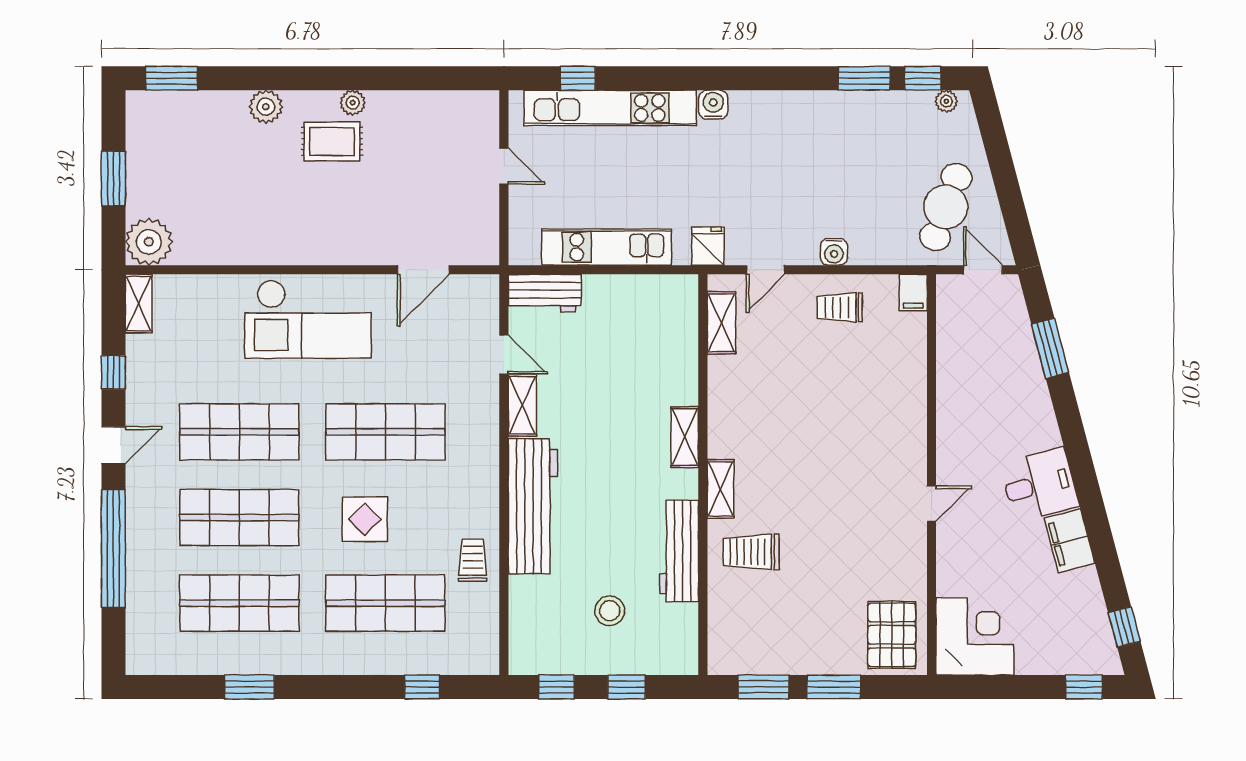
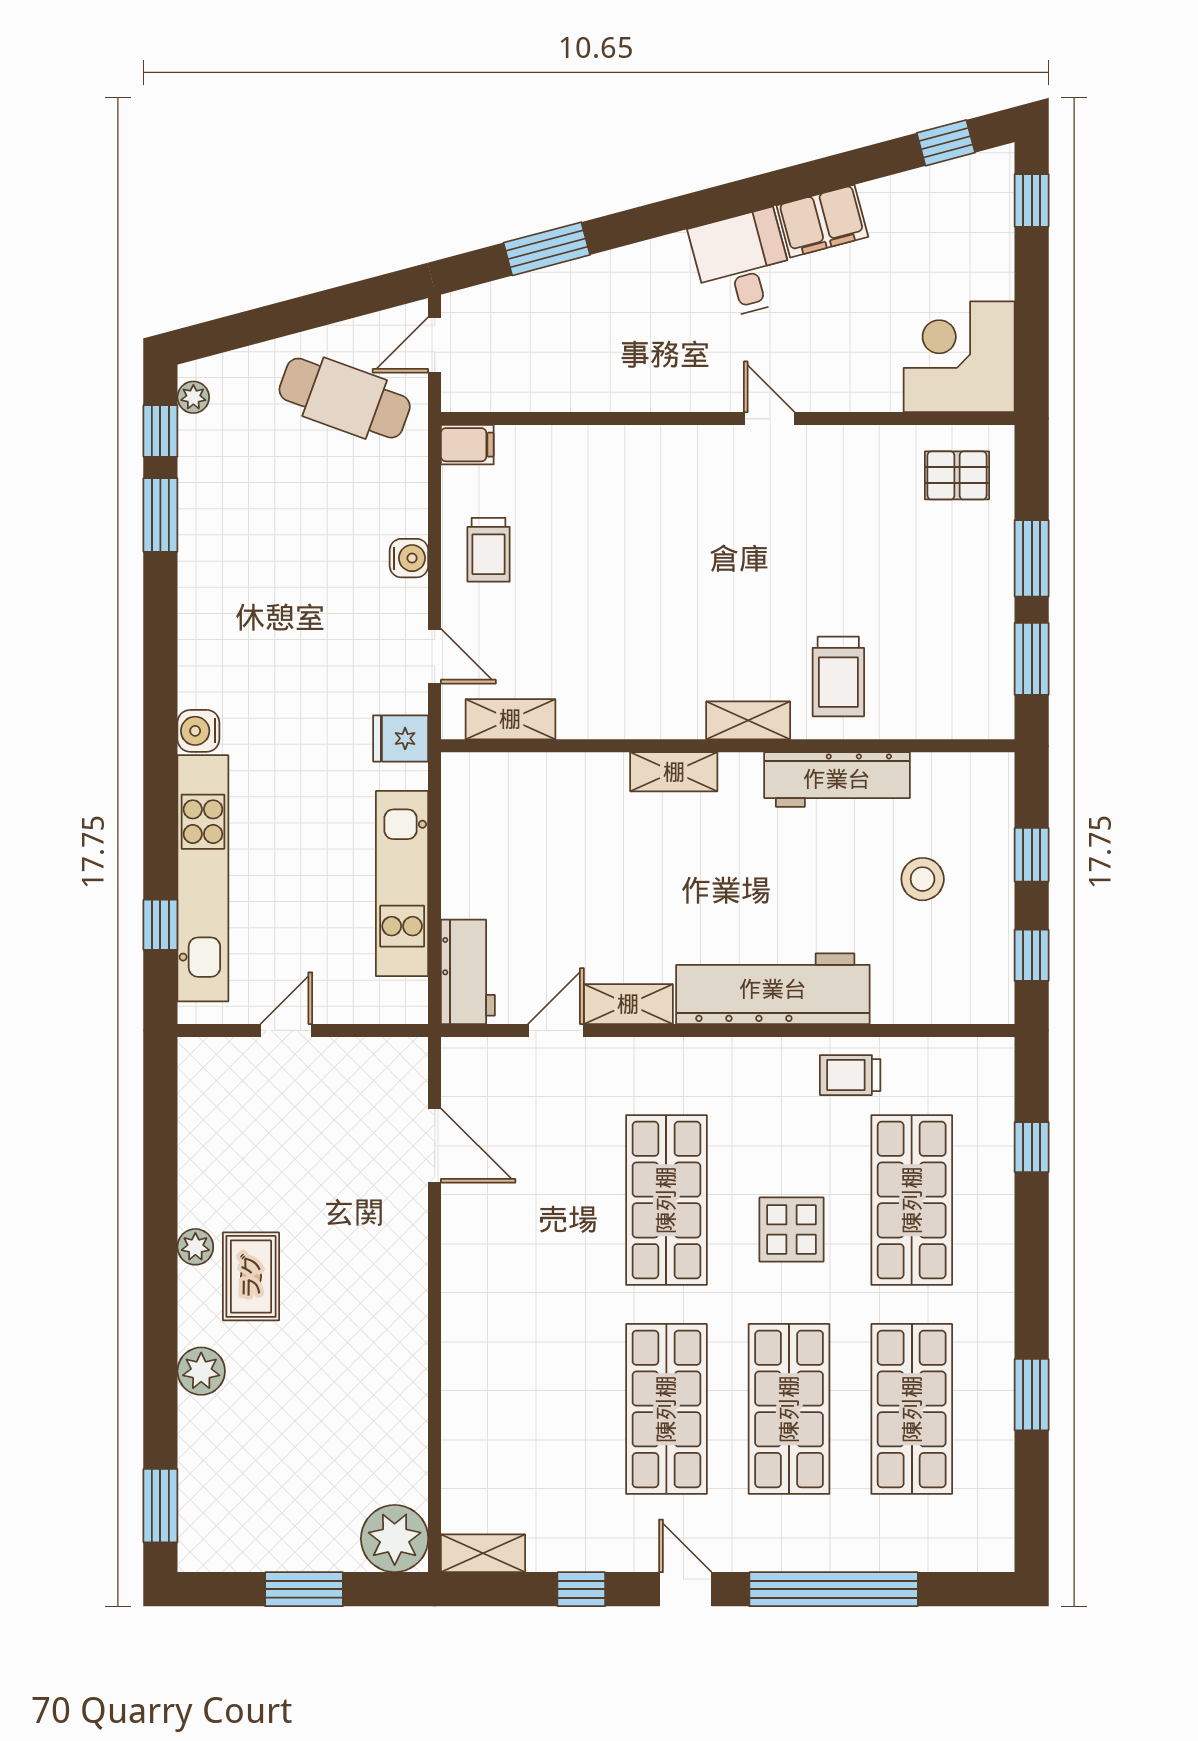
checkout: (308, 319) -> (505, 1311), removed
pallet: (892, 635) -> (957, 475), width x0.67, depth x0.71

